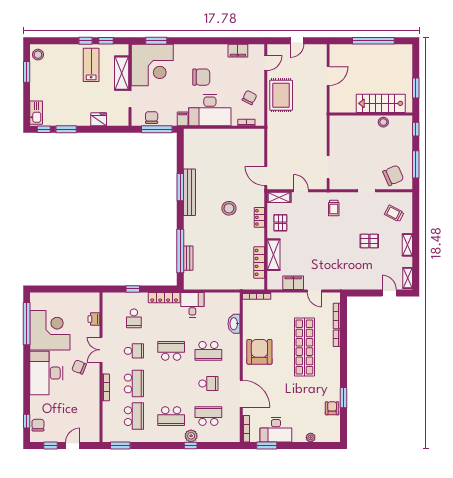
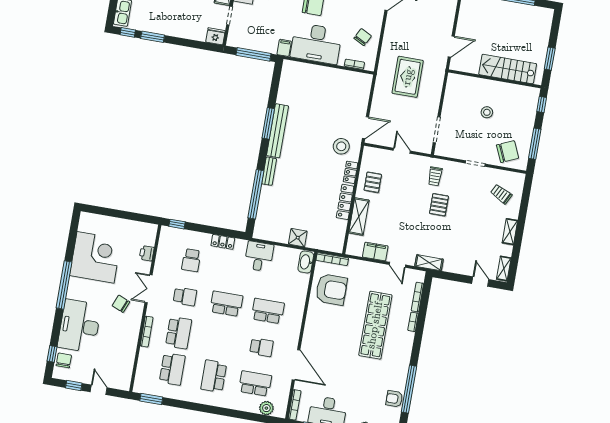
door: (328, 76) -> (451, 46), moved
rug: (281, 95) -> (408, 77), moved
chair: (152, 118) -> (250, 40), removed
fridge: (99, 119) -> (215, 36), moved
stool: (383, 122) -> (487, 112), moved
door: (266, 176) -> (366, 128), swing flipped
shelving: (279, 197) -> (429, 263), moved
stool: (229, 208) -> (341, 146), moved
pallet: (369, 241) -> (439, 205), moved, turned 90
bench: (188, 258) -> (269, 171), moved
locker: (259, 262) -> (345, 202), moved
shower: (223, 282) -> (298, 238), added
window: (133, 289) -> (177, 224), moved
locker: (164, 298) -> (223, 242), width x0.66
window: (27, 324) -> (64, 285), moved
washbasin: (234, 324) -> (306, 262), moved
school desk: (208, 351) -> (268, 311), turned 180
armchair: (259, 352) -> (331, 289), moved, turned 90
desk: (46, 373) -> (79, 326), moved
window: (343, 398) -> (409, 389), width x2.11
armchair: (332, 408) -> (394, 399), turned -90
school desk: (171, 416) -> (214, 376), turned 90
plant: (191, 436) -> (266, 408), moved
door: (73, 445) -> (99, 390), hinge flipped
window: (191, 445) -> (230, 413), removed

